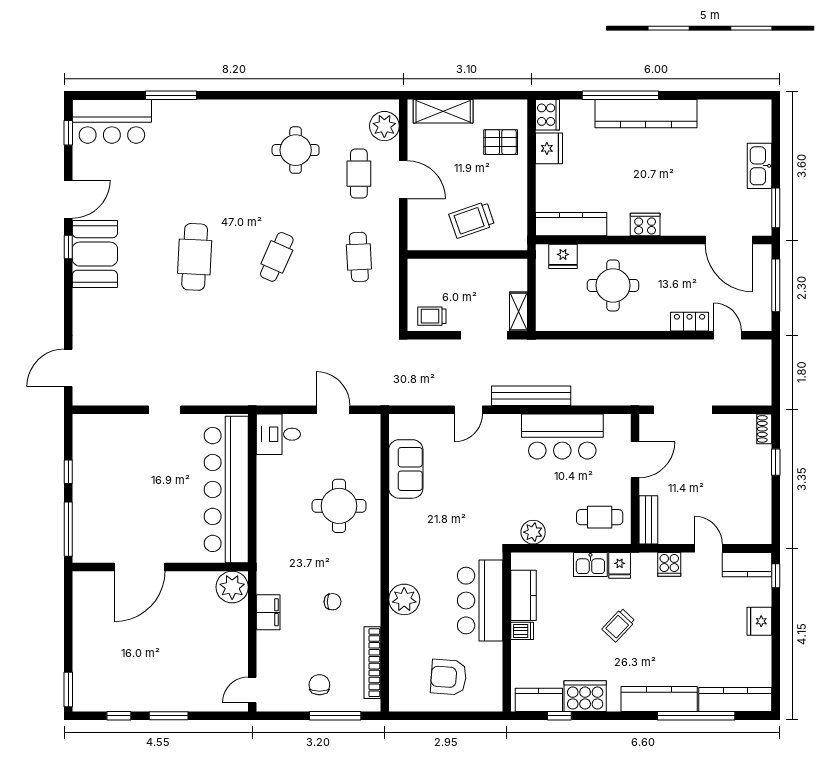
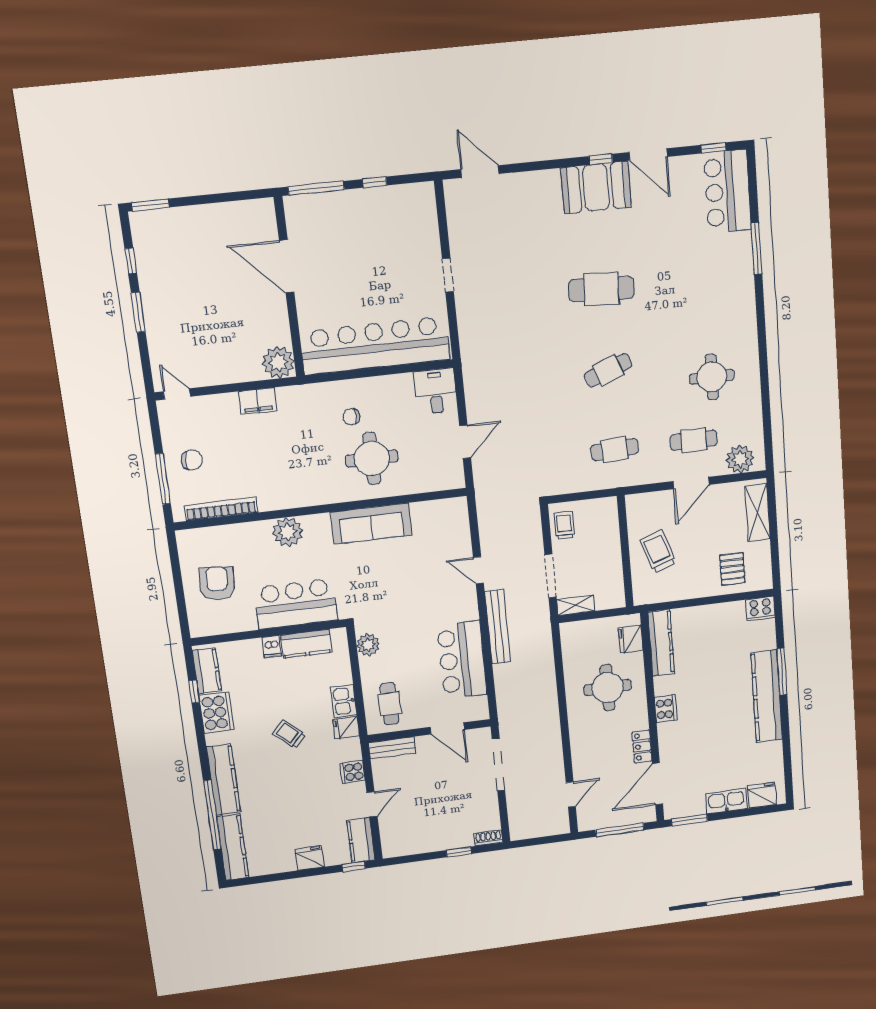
window: (620, 95) -> (782, 672), width x0.68
fridge: (549, 148) -> (762, 795), moved, turned 180
cafe table: (277, 257) -> (608, 370), turned -45
locker: (690, 322) -> (642, 747), moved, turned 180
sofa: (406, 469) -> (371, 524), moved, width x1.36
chair: (333, 602) -> (351, 417), moved, turned 90

